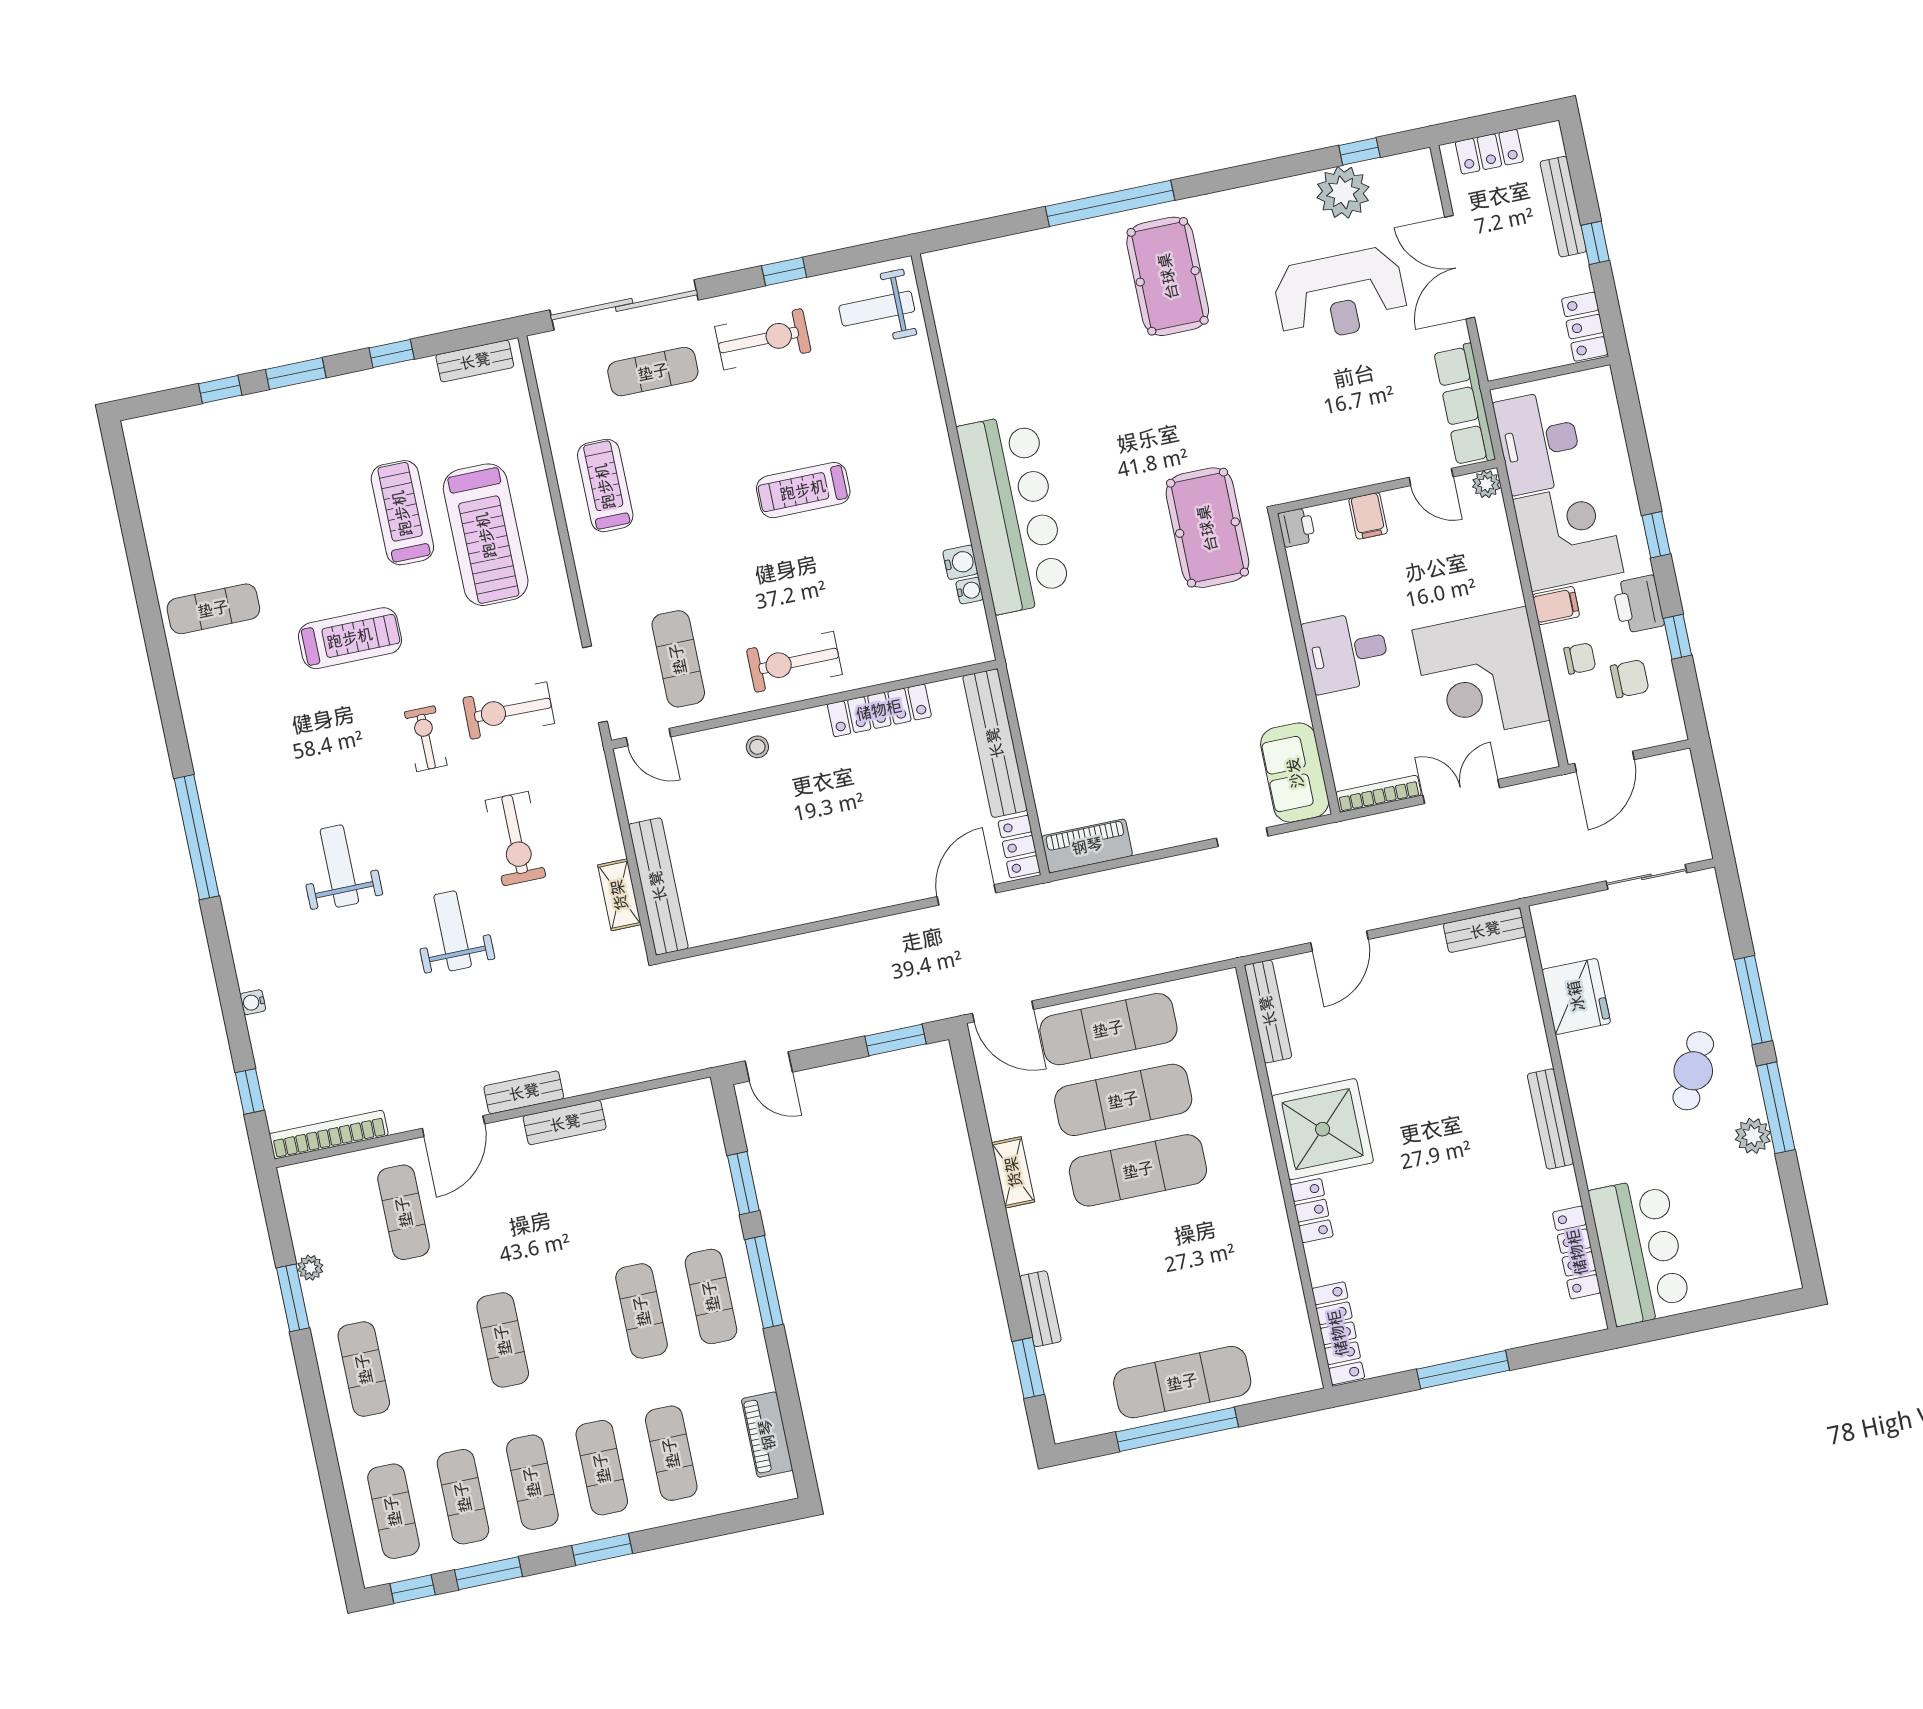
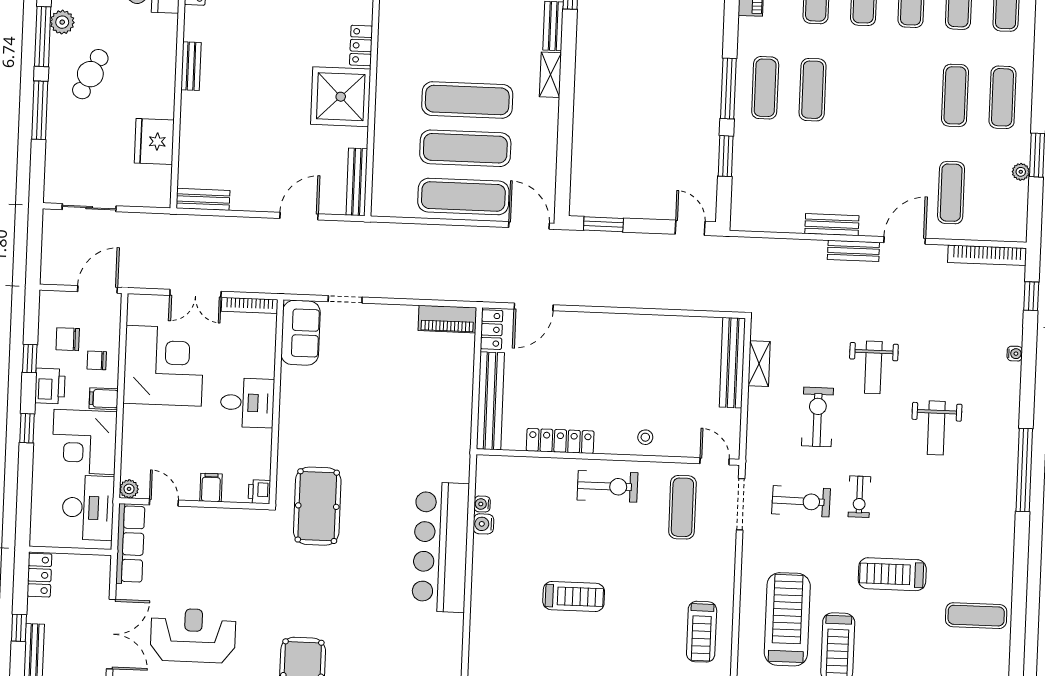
bench: (1550, 1119) -> (191, 66), width x0.73
shelving: (1013, 1172) -> (550, 75), moved
exercise mat: (503, 1340) -> (955, 95), moved

